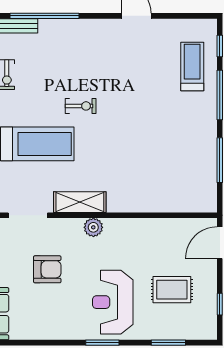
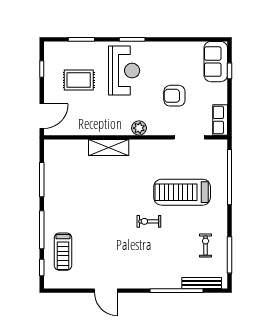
shelving: (80, 202) -> (109, 147), moved

